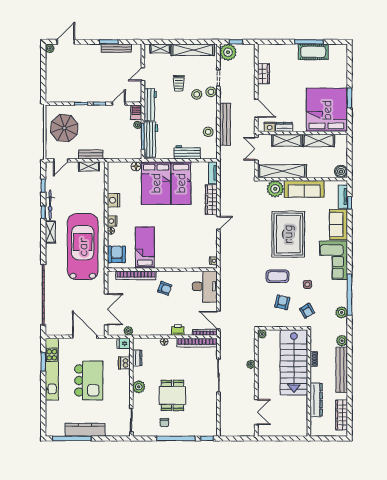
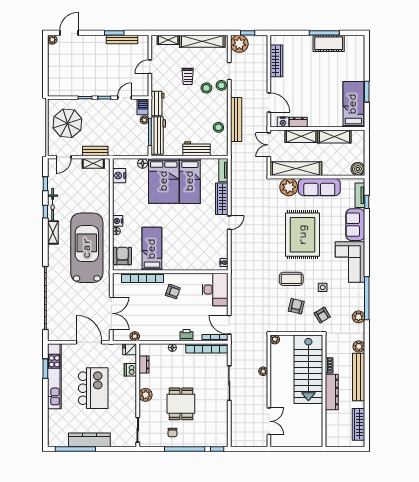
wardrobe: (263, 74) -> (276, 61), width x1.50
workbench: (150, 105) -> (158, 103), width x0.73
bed: (327, 110) -> (353, 104), width x0.49
nightstand: (113, 200) -> (119, 176), moved
dresser: (316, 400) -> (332, 392), moved

